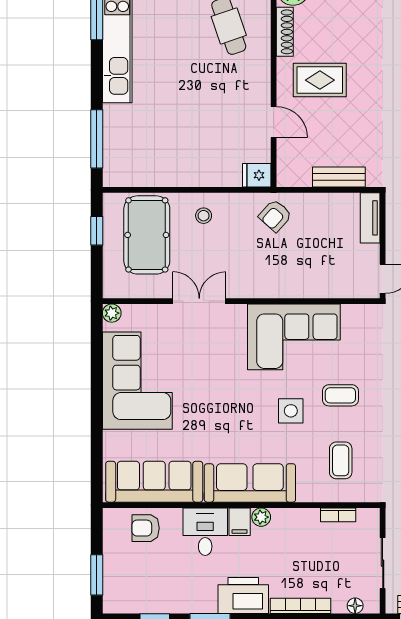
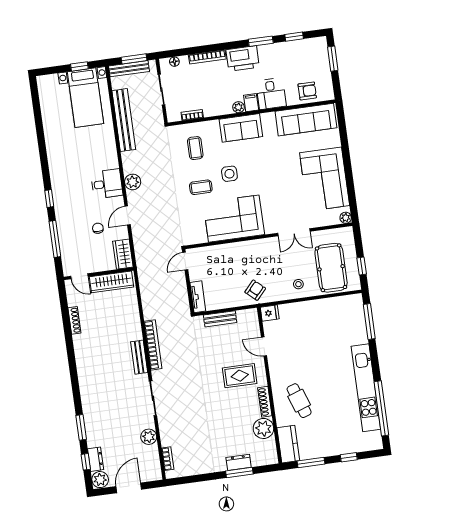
sofa: (250, 483) -> (241, 128), width x0.73

